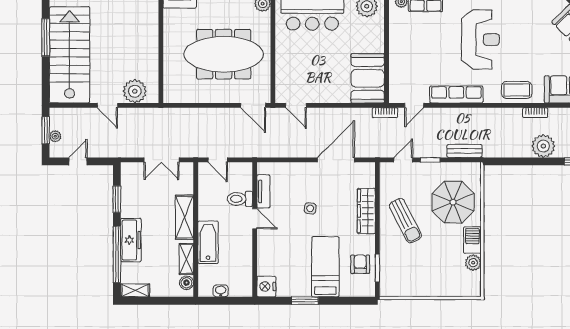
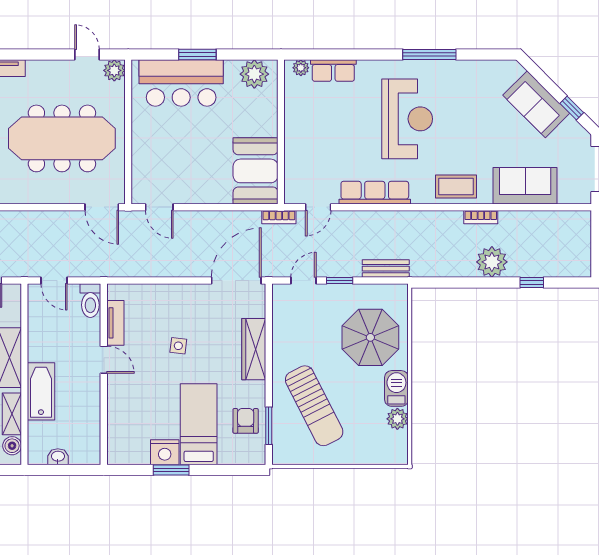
door: (336, 160) -> (236, 281), moved
toilet: (240, 199) -> (90, 301), moved, turned -90
sun lounger: (405, 221) -> (314, 406), moved, width x1.36, depth x1.34
nightstand: (266, 286) -> (165, 452), moved, turned -90

